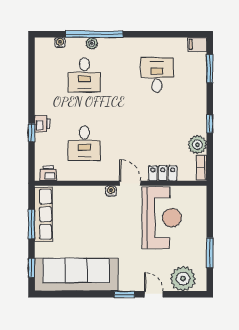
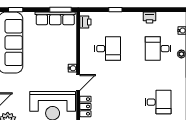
printer: (42, 124) -> (149, 17), moved
desk: (84, 143) -> (108, 49), turned 180
window: (32, 224) -> (60, 10), moved

